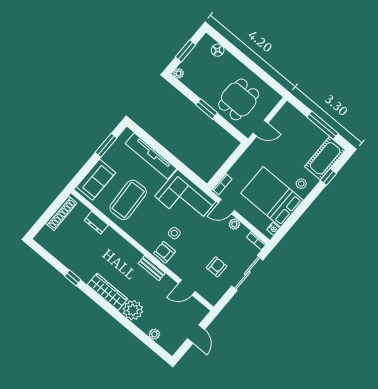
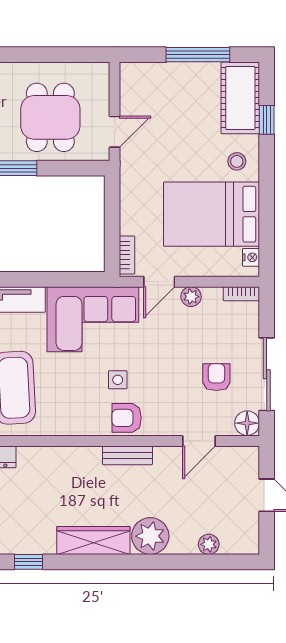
sliding door: (247, 273) -> (267, 374), moved
floor lamp: (213, 297) -> (247, 423), added

